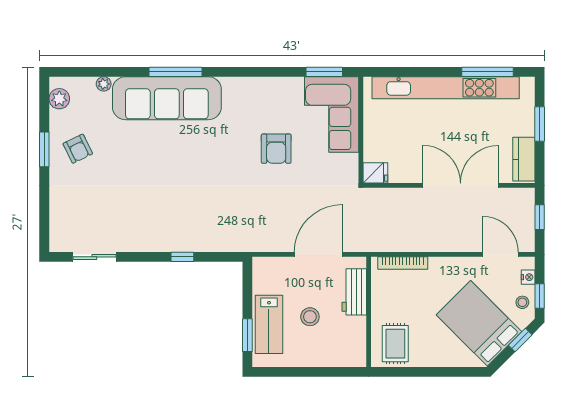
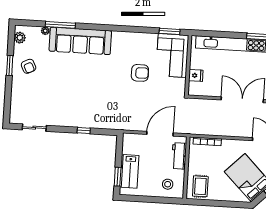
window: (175, 72) -> (60, 25), moved
armchair: (276, 149) -> (140, 73), turned -90
fridge: (375, 173) -> (196, 75), moved
stool: (310, 317) -> (168, 184), moved

